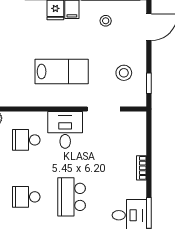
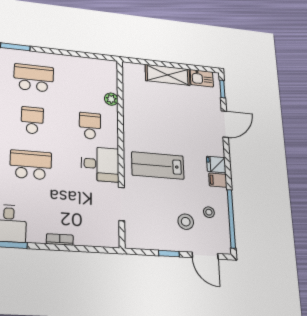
lab bench: (62, 72) -> (158, 165), turned 90
stool: (124, 73) -> (186, 222), moved
window: (149, 83) -> (169, 254), moved

